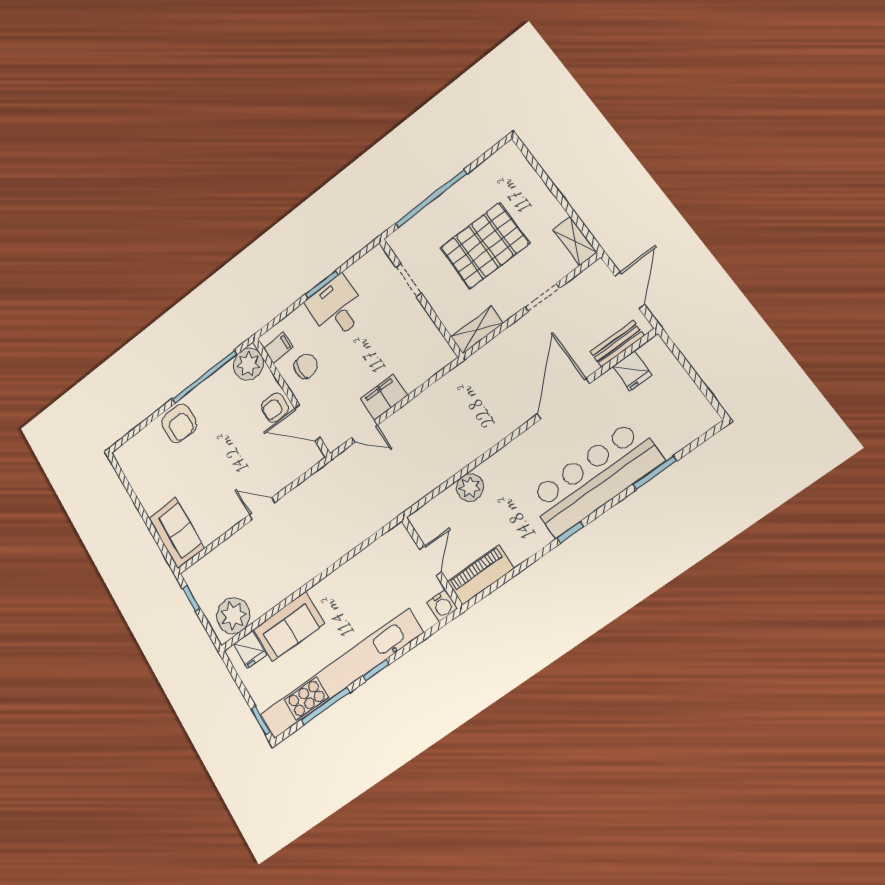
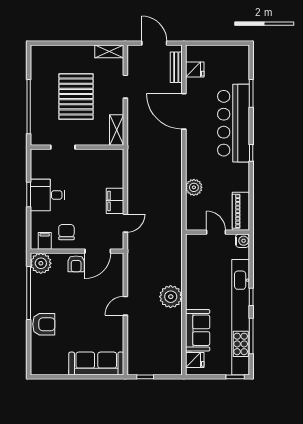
sofa: (176, 533) -> (96, 364), width x1.36
plant: (233, 616) -> (171, 297), moved

